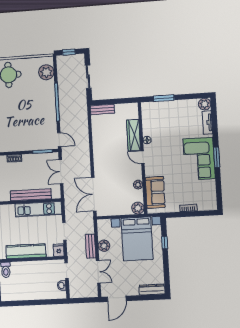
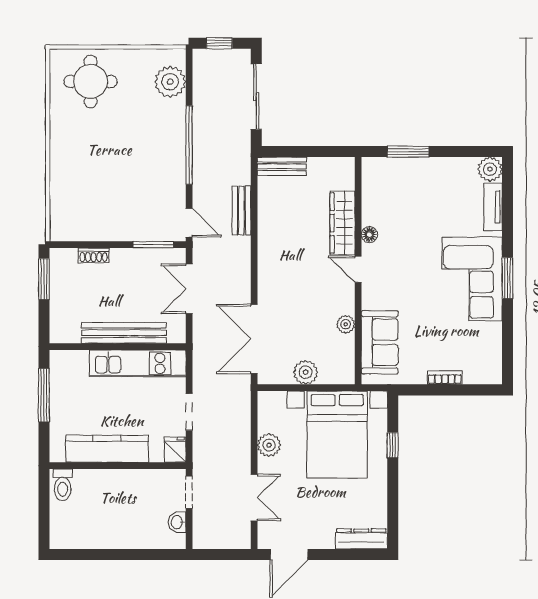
sliding door: (88, 77) -> (256, 97), width x1.37
plant: (138, 208) -> (306, 372), moved
bench: (91, 246) -> (241, 211), moved

